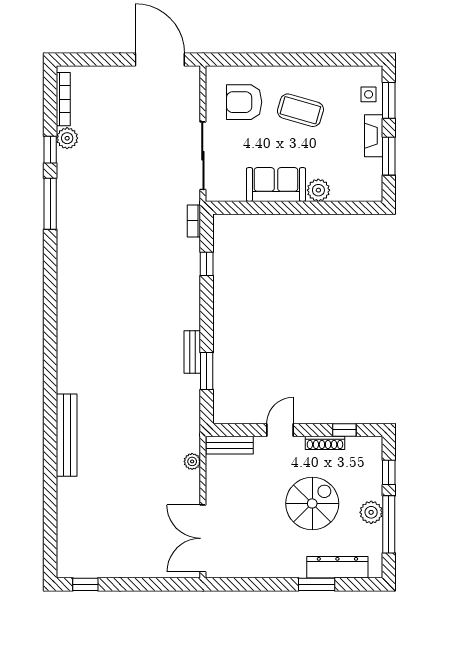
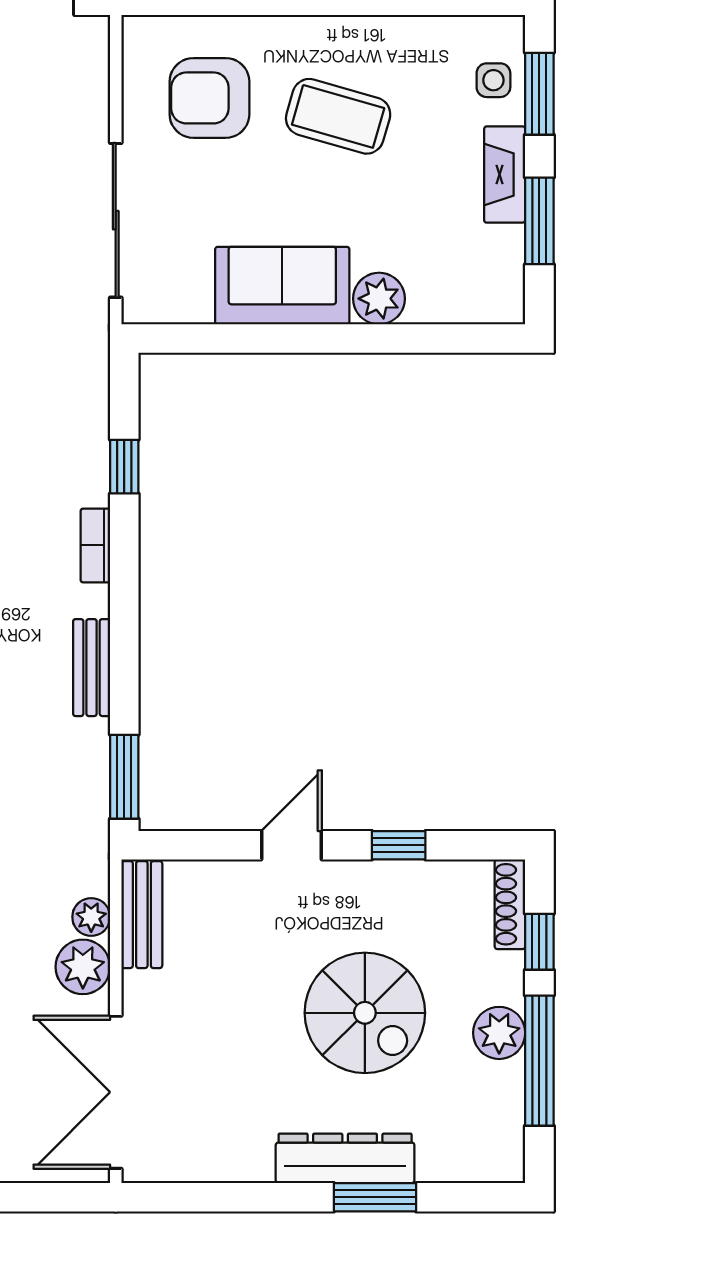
bookcase: (194, 221) -> (95, 545), moved
window: (207, 371) -> (124, 777), moved
window: (344, 430) -> (399, 845), moved
shoe rack: (325, 443) -> (510, 904), moved, turned 90
bench: (230, 445) -> (142, 915), moved, turned 90
plant: (188, 483) -> (83, 967), added
spiral stairs: (312, 503) -> (365, 1013), turned 90
dresser: (337, 567) -> (345, 1158), moved

